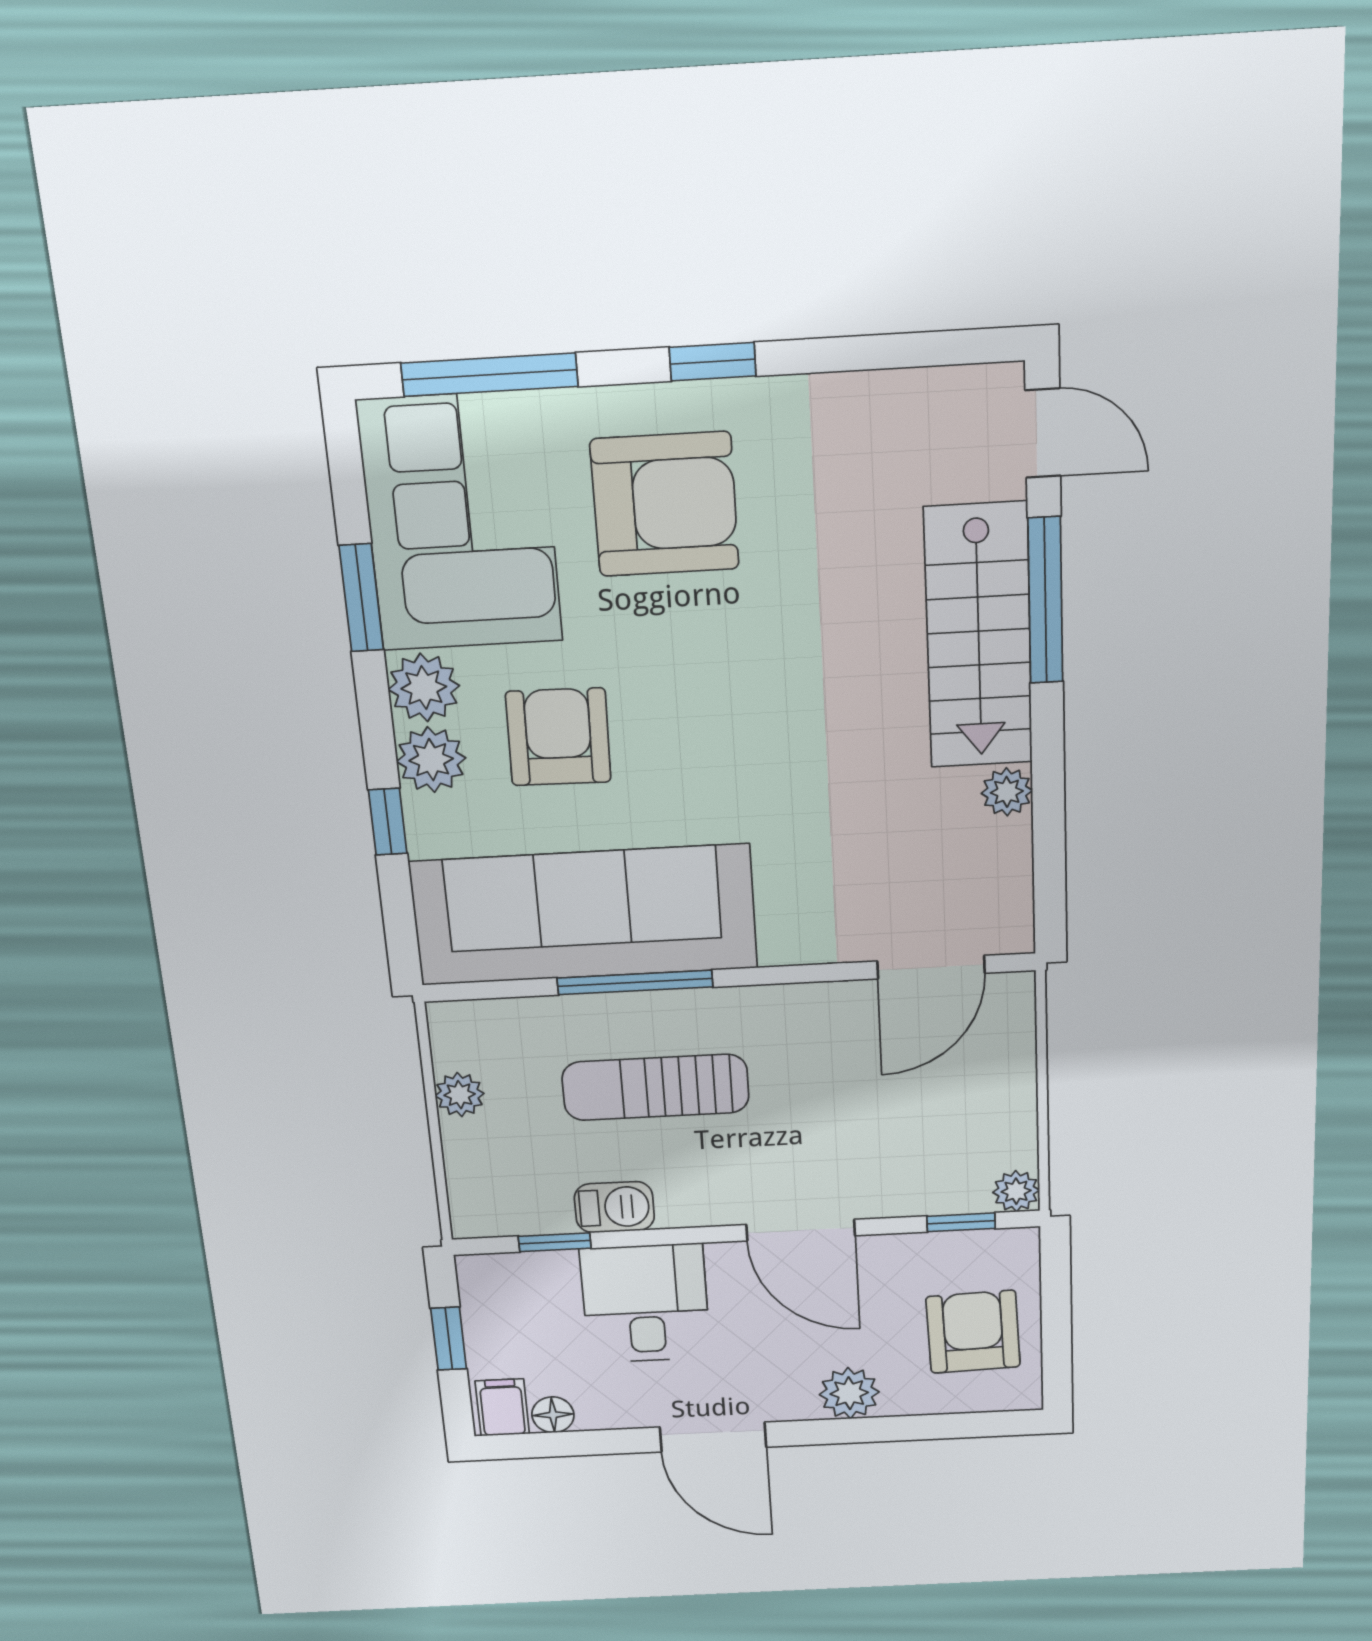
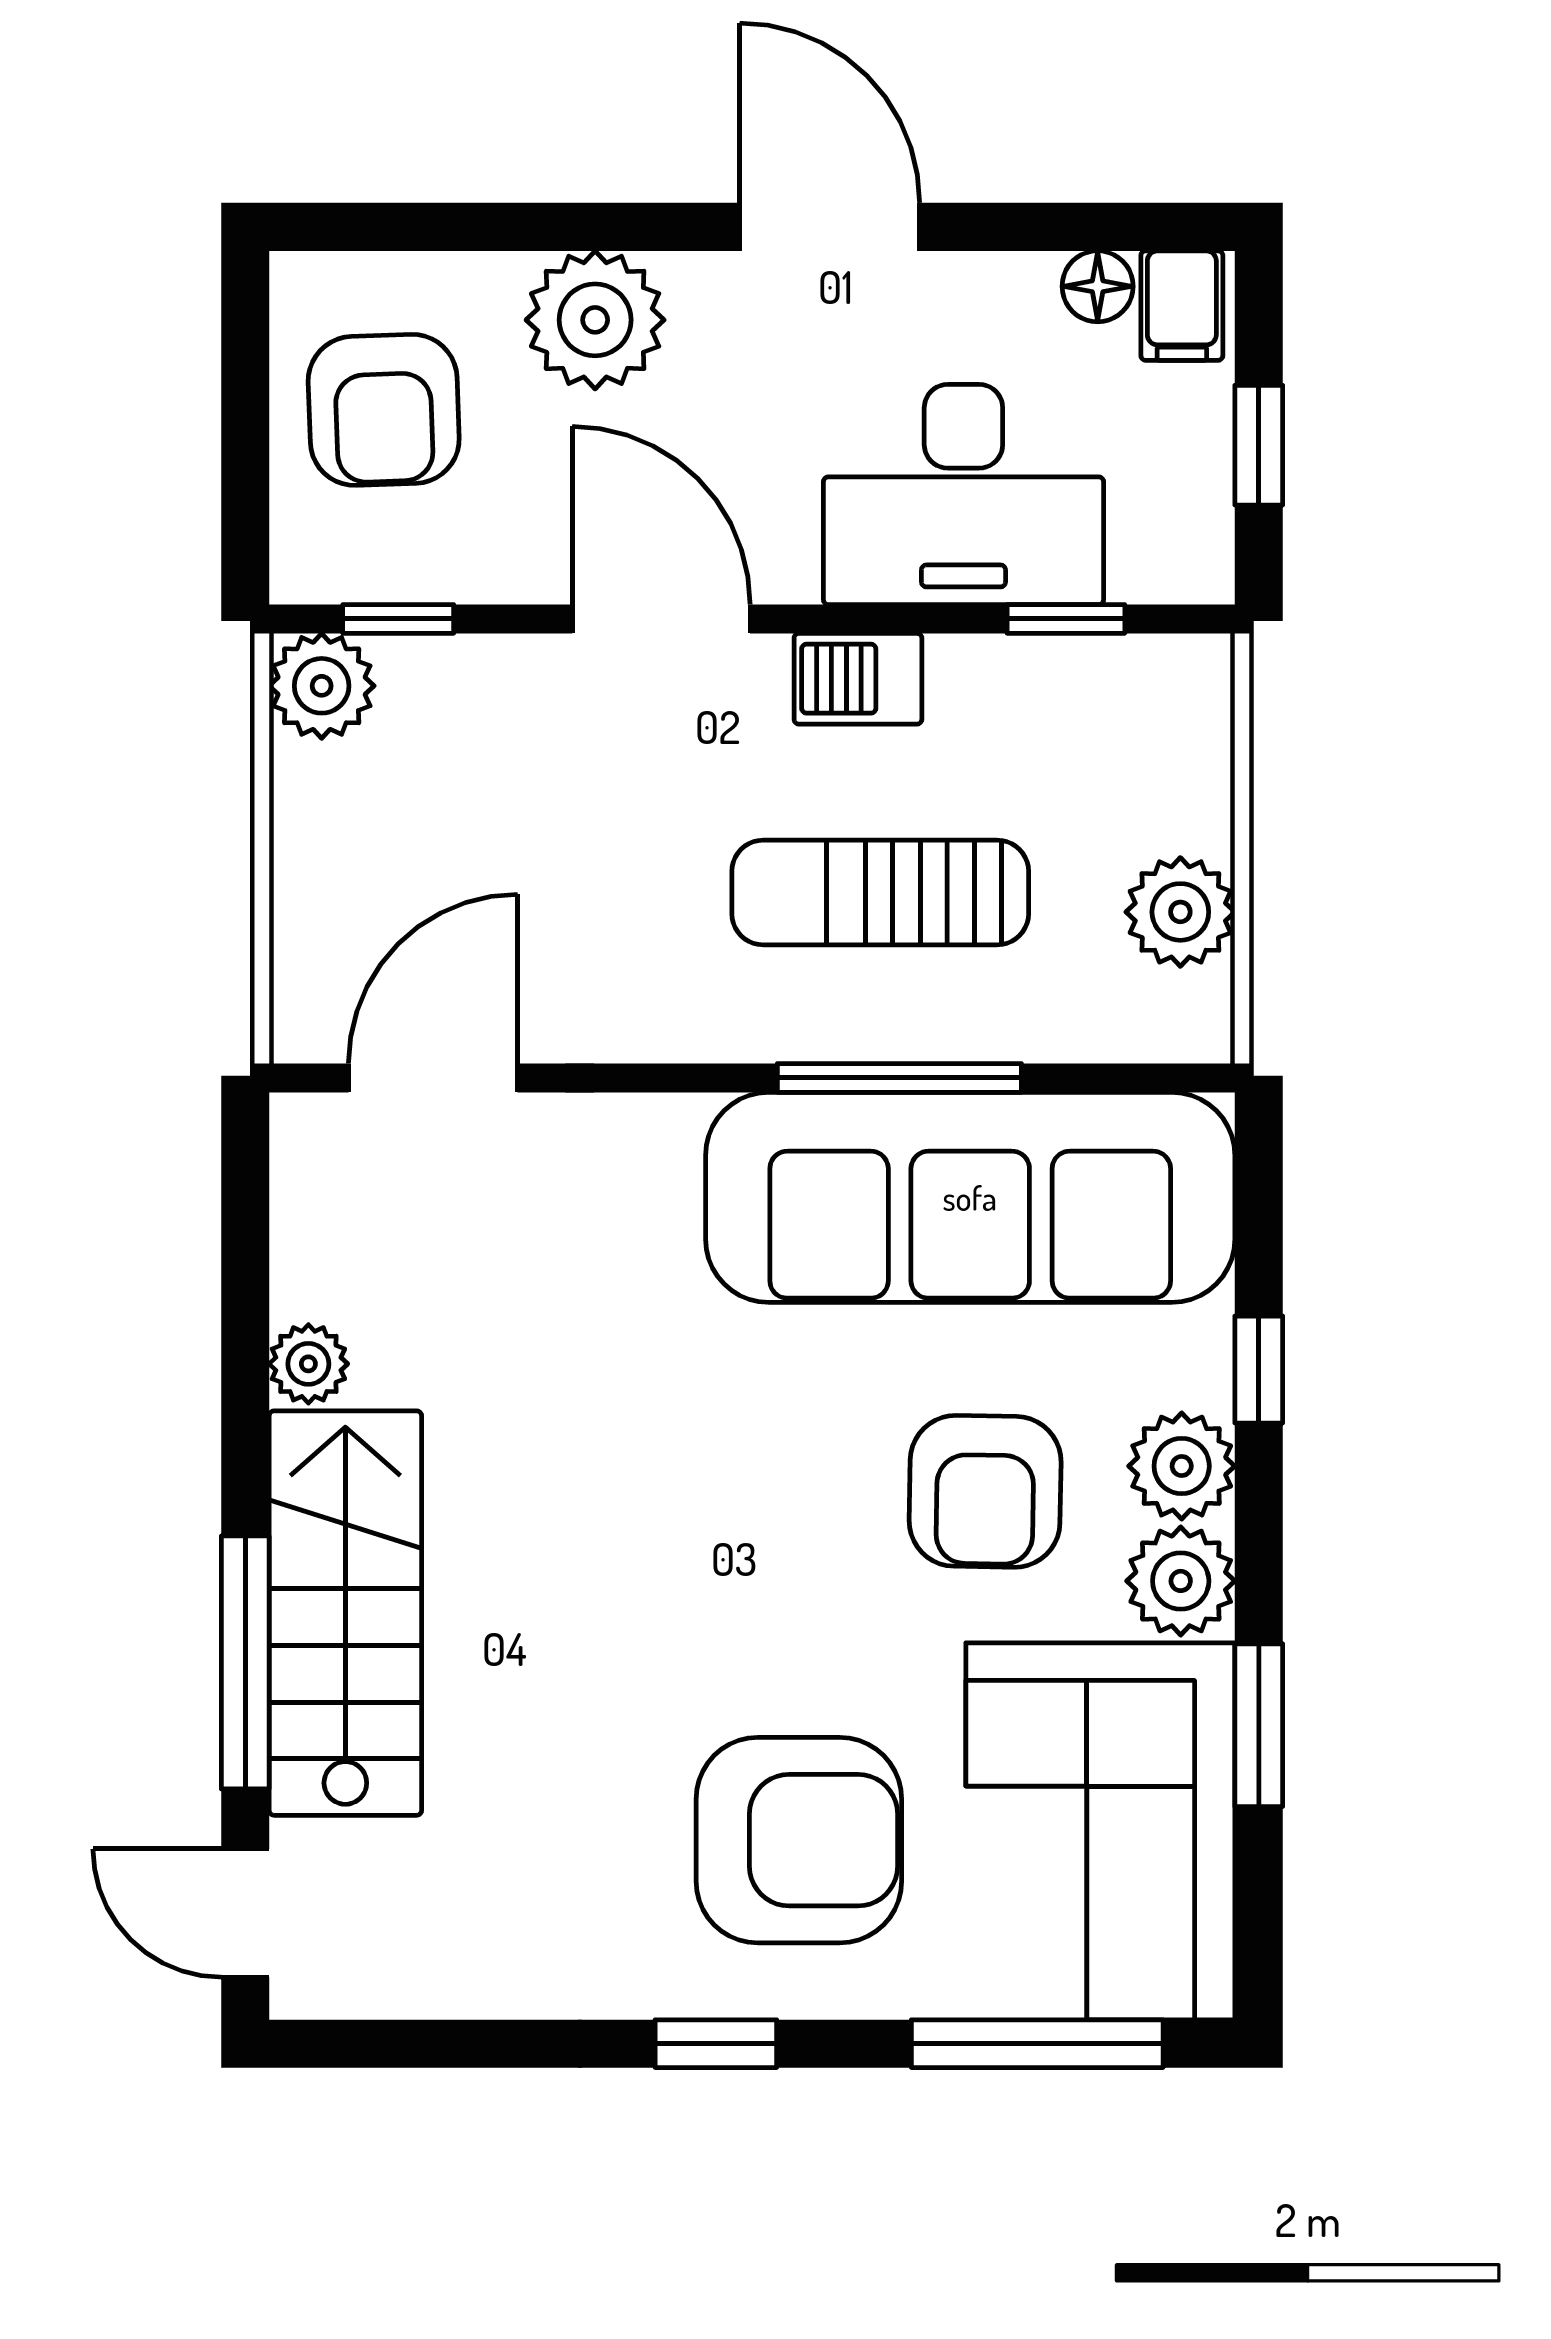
armchair: (665, 504) -> (799, 1840), turned 180
sun lounger: (655, 1087) -> (880, 892), turned 180
plant: (460, 1095) -> (1180, 912), width x1.38, depth x1.38
plant: (1016, 1191) -> (322, 686), width x1.38, depth x1.38
barbecue: (614, 1207) -> (858, 679), moved
desk: (645, 1304) -> (963, 494), width x1.37
plant: (849, 1393) -> (595, 320), width x1.36, depth x1.36

